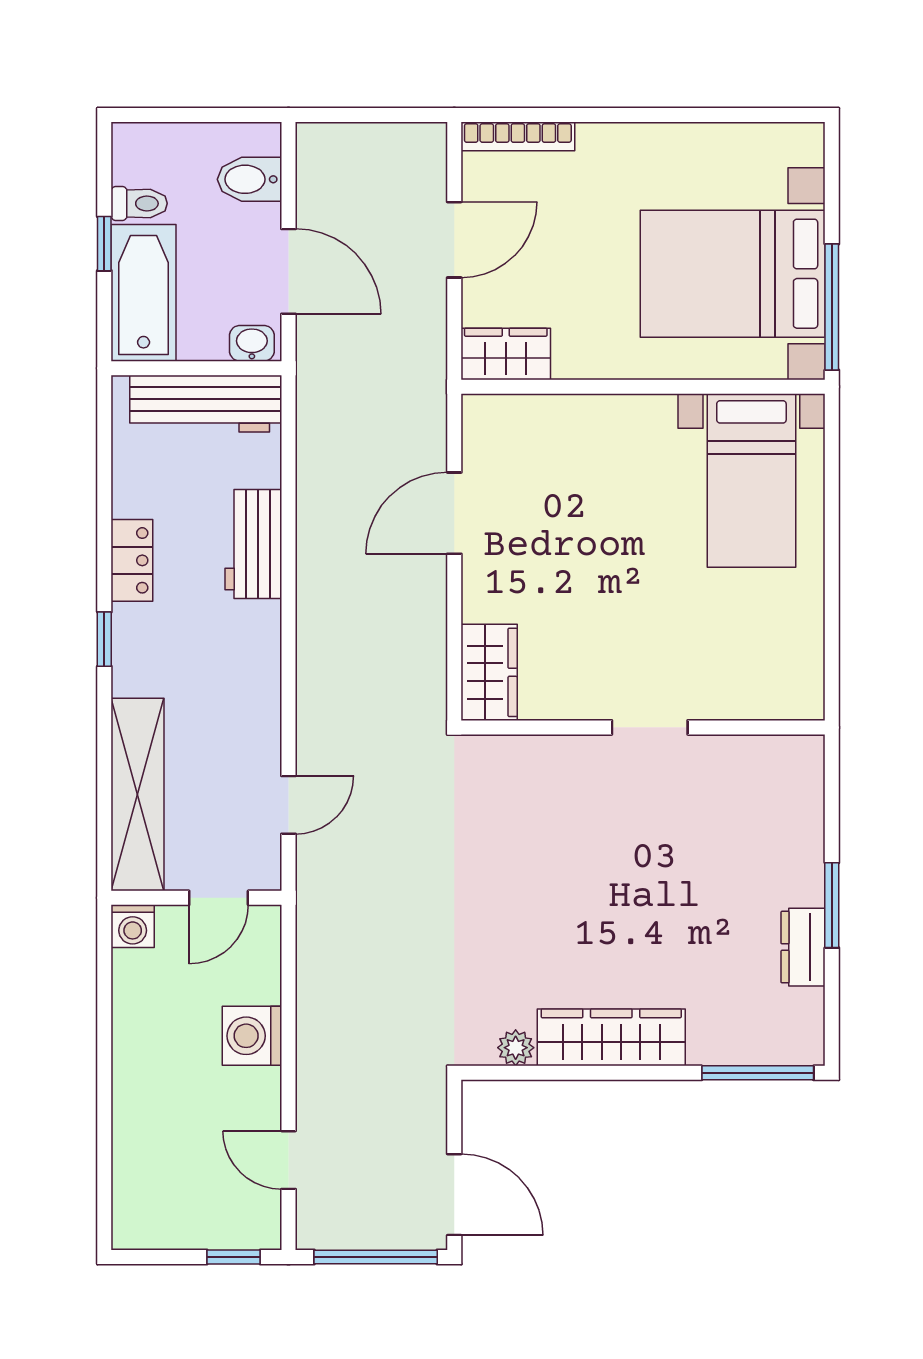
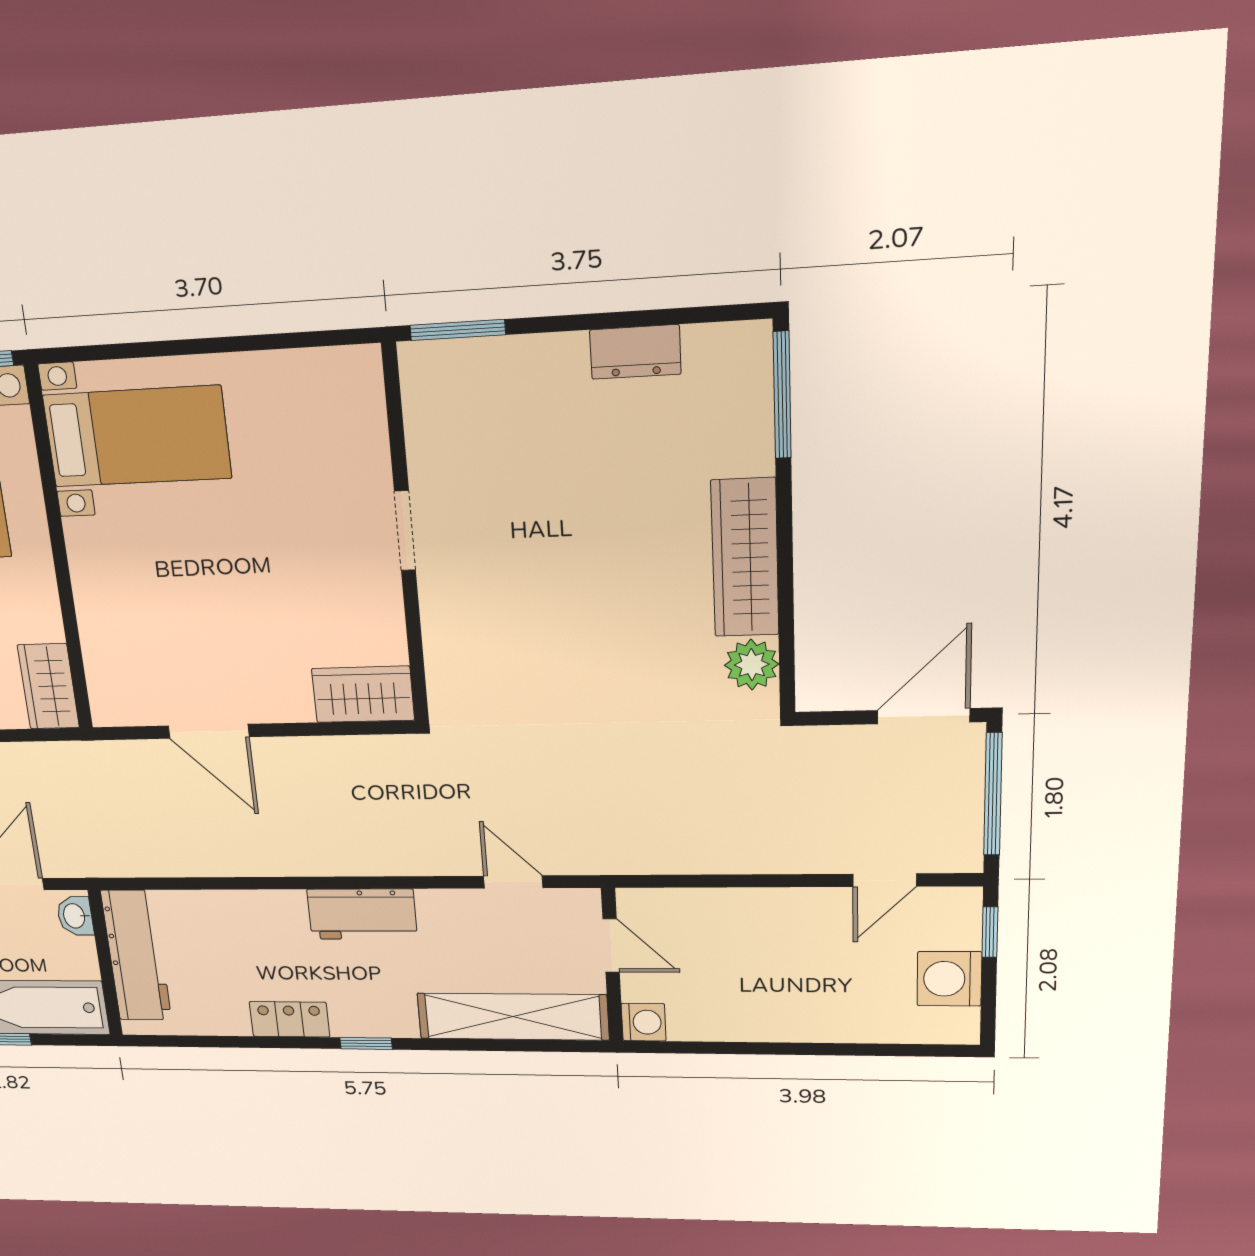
workbench: (253, 544) -> (362, 914), moved
window: (832, 905) -> (458, 330), moved
washing machine: (252, 1036) -> (949, 979), moved, turned 90
plant: (516, 1048) -> (752, 665), width x1.38, depth x1.38

